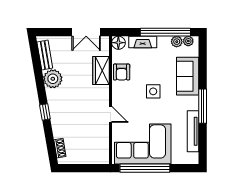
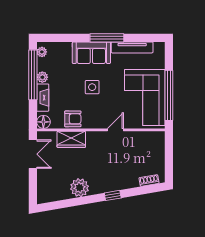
plant: (177, 42) -> (42, 77), moved
bench: (45, 55) -> (56, 196), removed
sofa: (188, 76) -> (91, 53), moved

